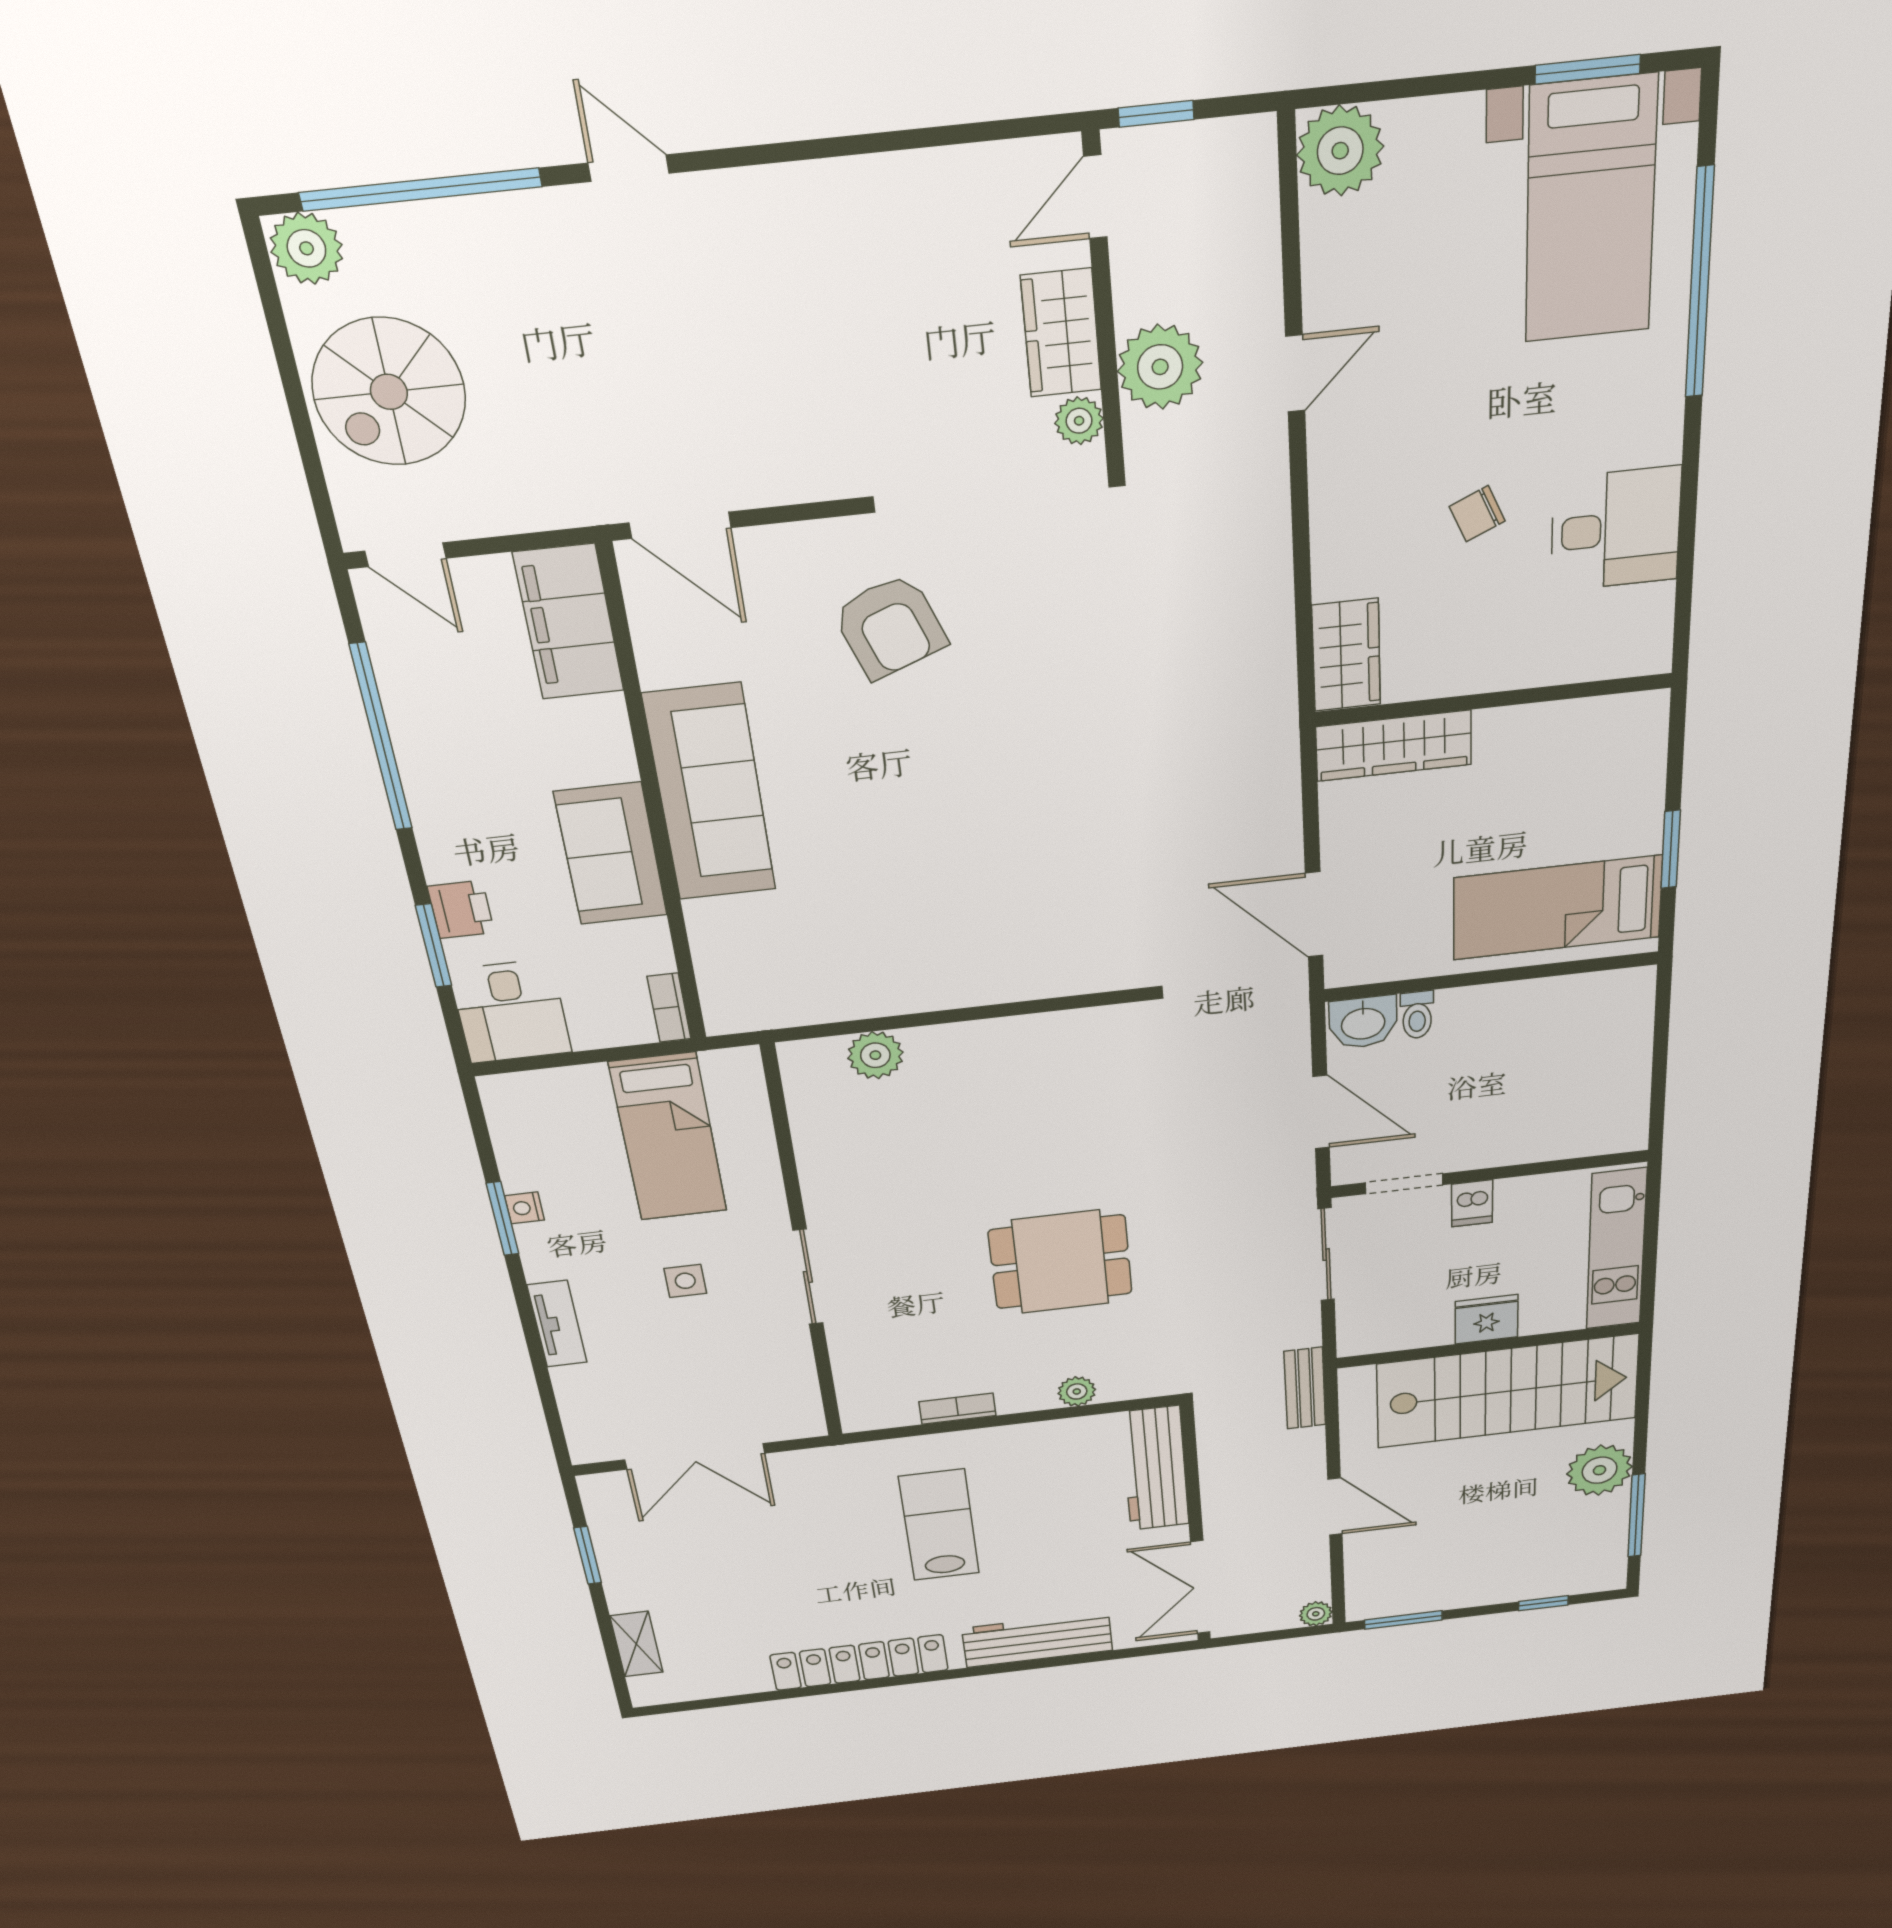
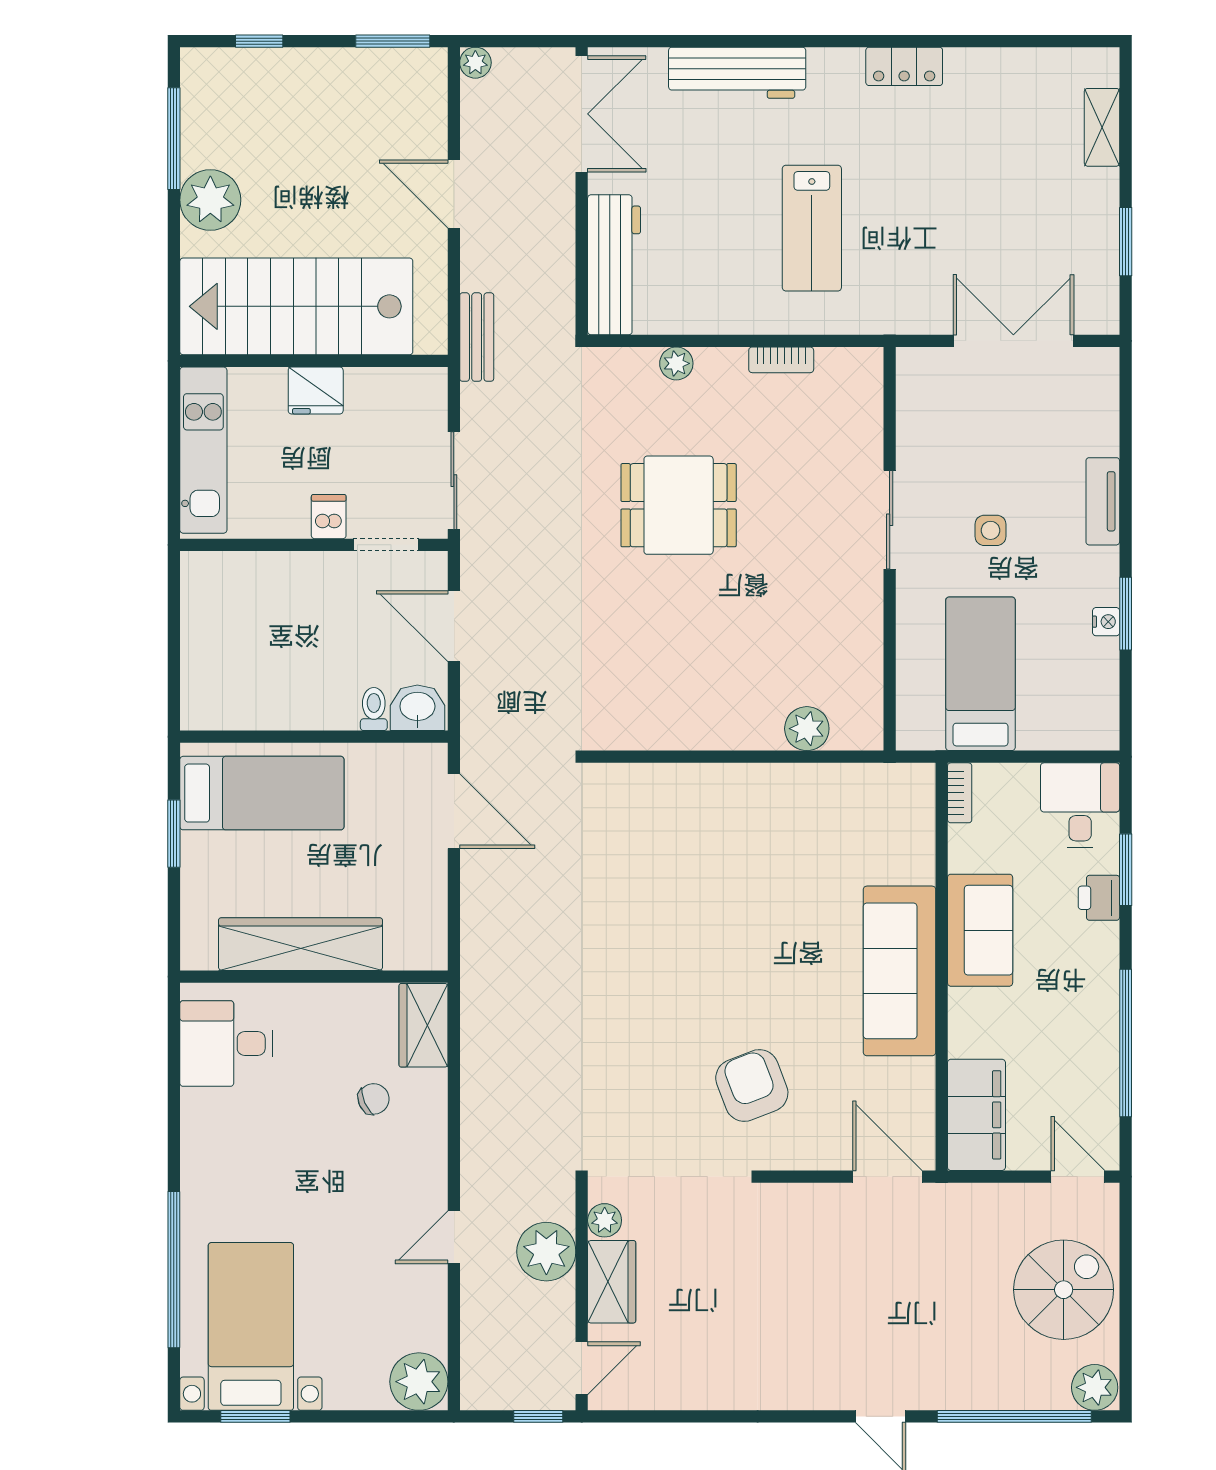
chair: (1477, 514) -> (374, 1099), moved
desk: (1616, 529) -> (226, 1044), moved
wardrobe: (1394, 746) -> (300, 944), moved, width x1.40, depth x1.17
locker: (859, 1663) -> (904, 66), width x0.46, depth x0.83

